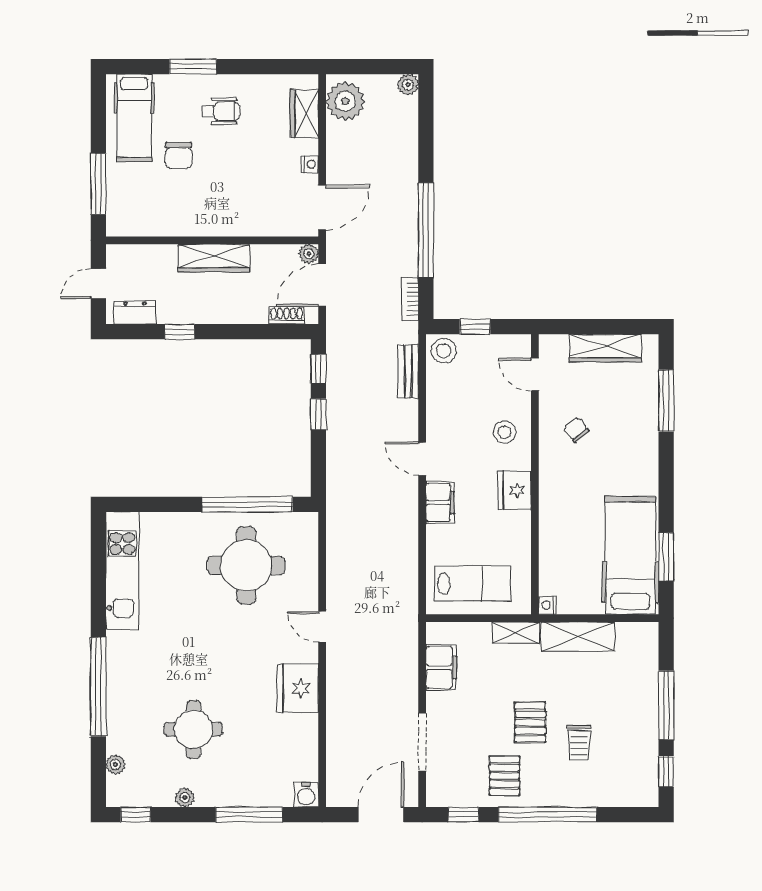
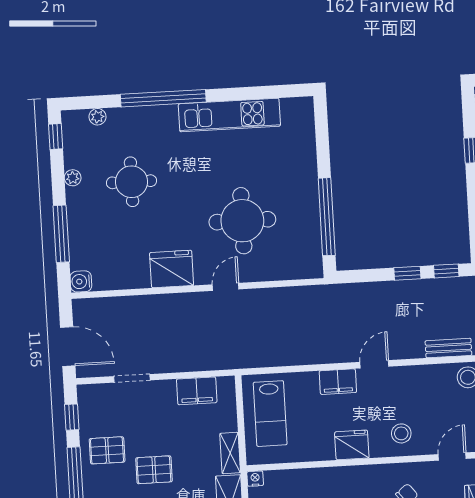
round table: (246, 565) -> (242, 221), moved
kitchen unit: (122, 571) -> (229, 115), moved
doorway: (422, 742) -> (132, 378), width x0.73

